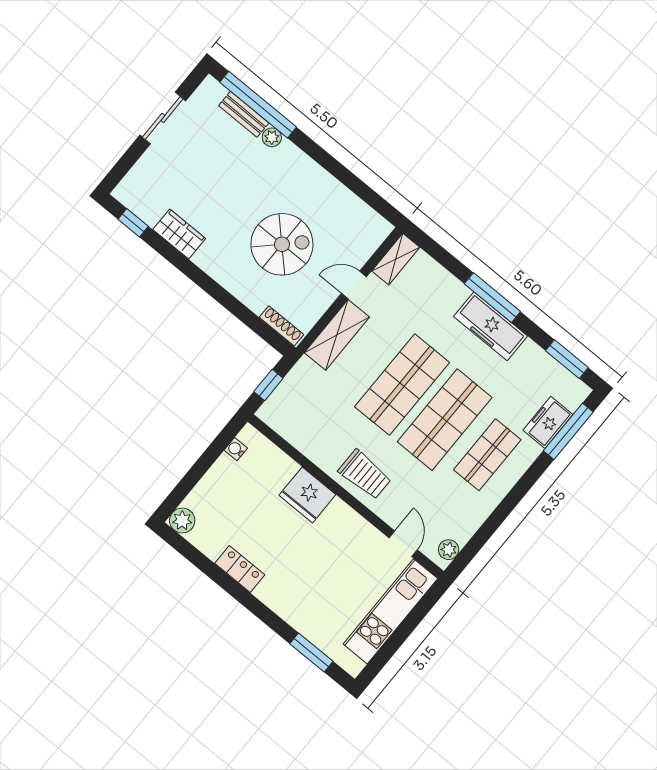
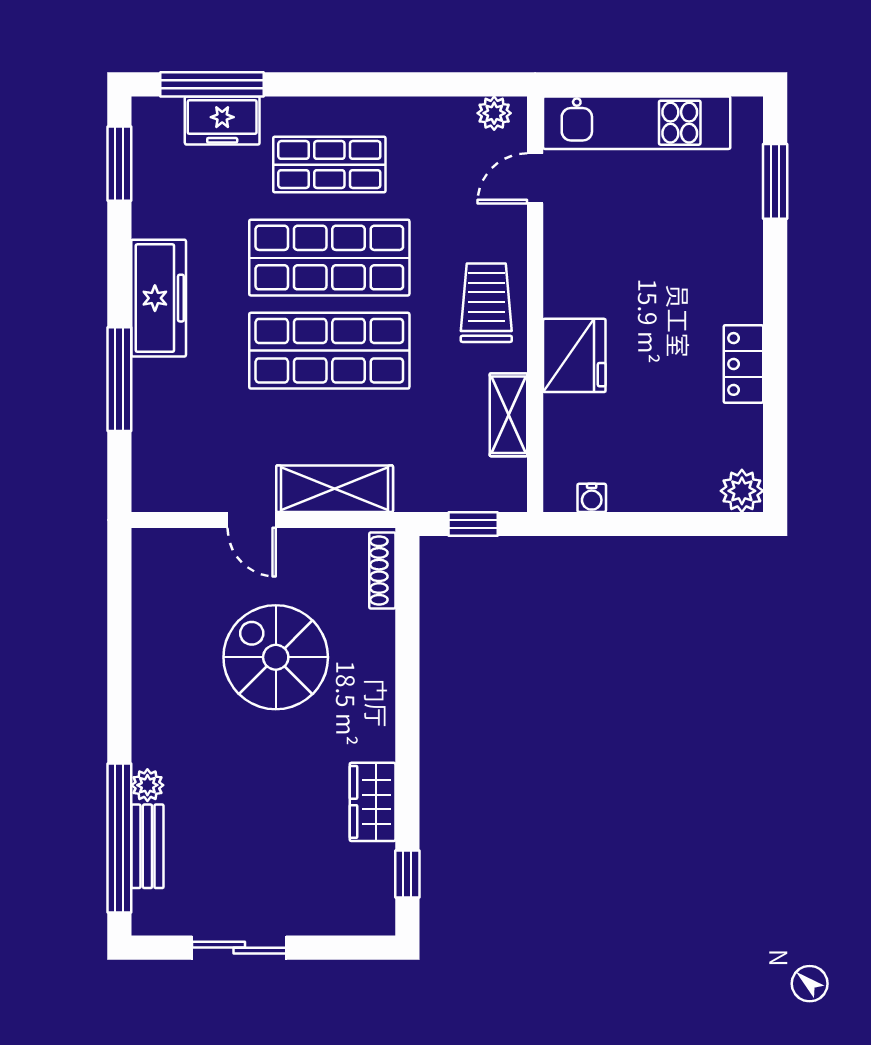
shelving: (396, 259) -> (509, 415), moved, turned 90
window: (492, 298) -> (119, 379), moved

